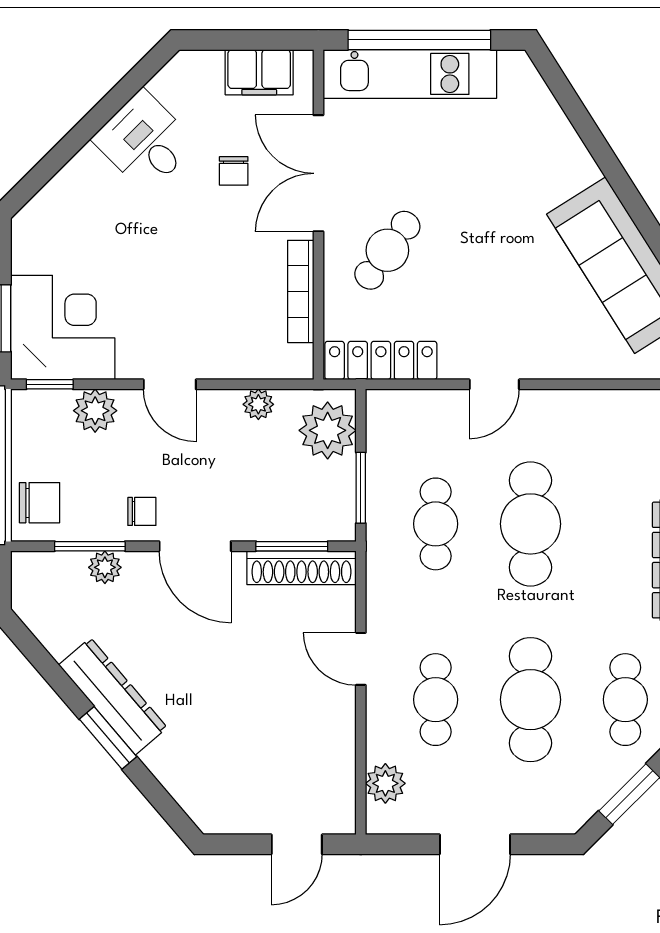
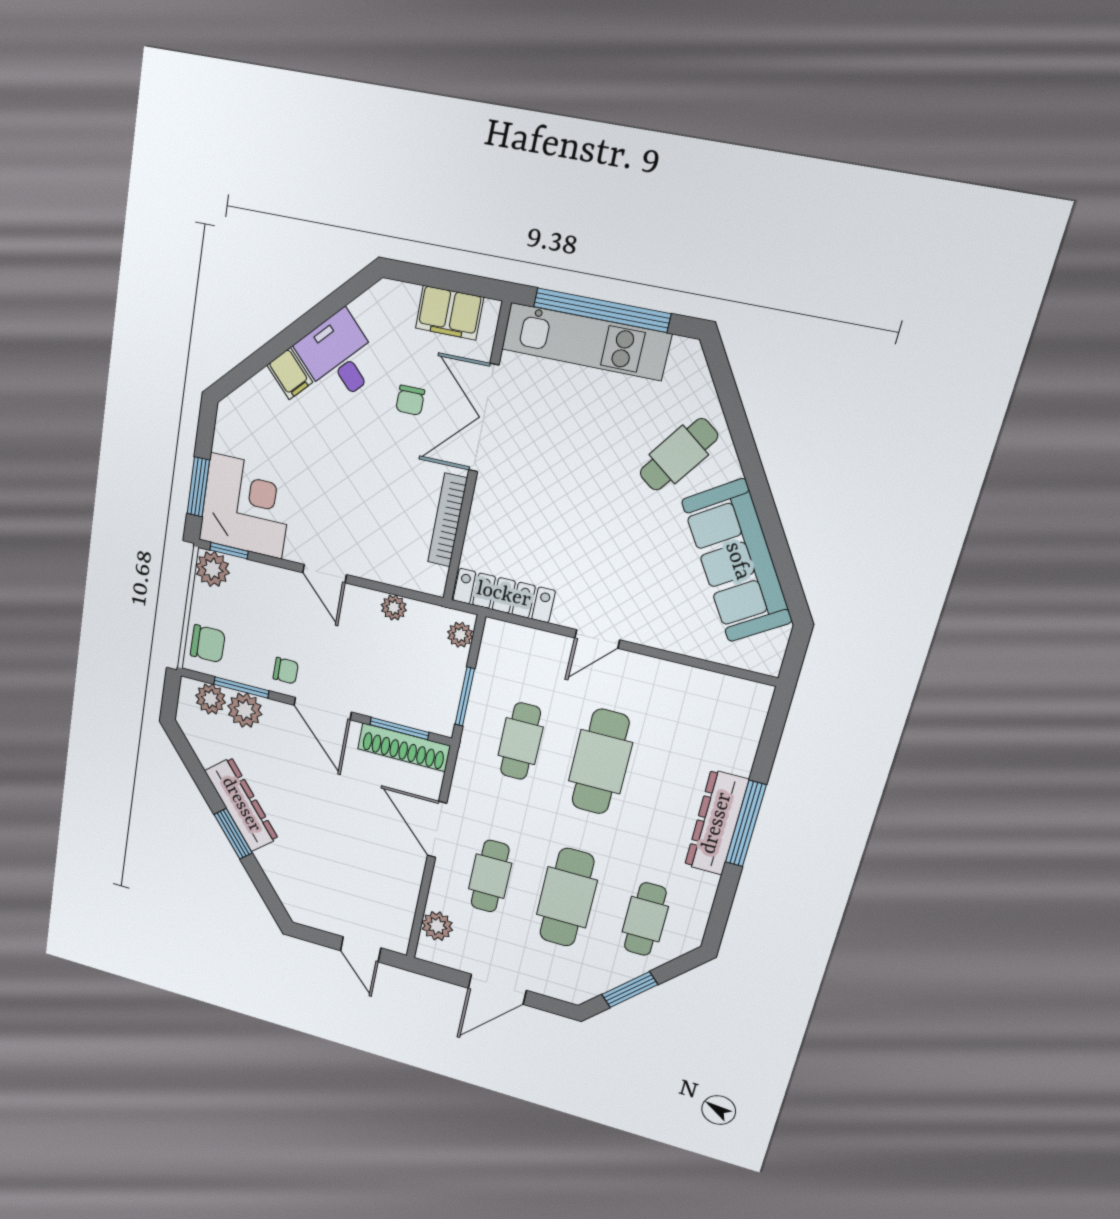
filing cabinet: (91, 170) -> (290, 374), added
cafe table: (387, 250) -> (679, 455), moved
plant: (95, 411) -> (213, 569), moved
plant: (328, 430) -> (460, 635), width x0.53, depth x0.53
plant: (105, 567) -> (245, 710), width x1.38, depth x1.38
plant: (53, 571) -> (211, 699), added
door: (361, 659) -> (437, 829), width x1.38
door: (297, 844) -> (361, 949), hinge flipped

